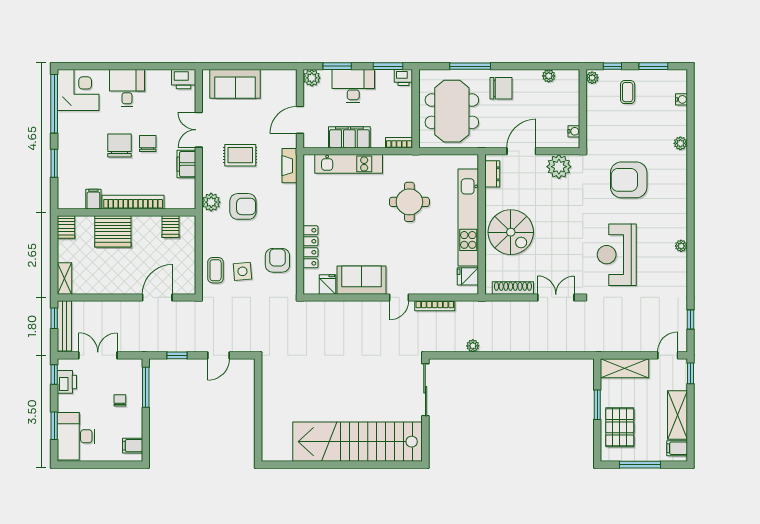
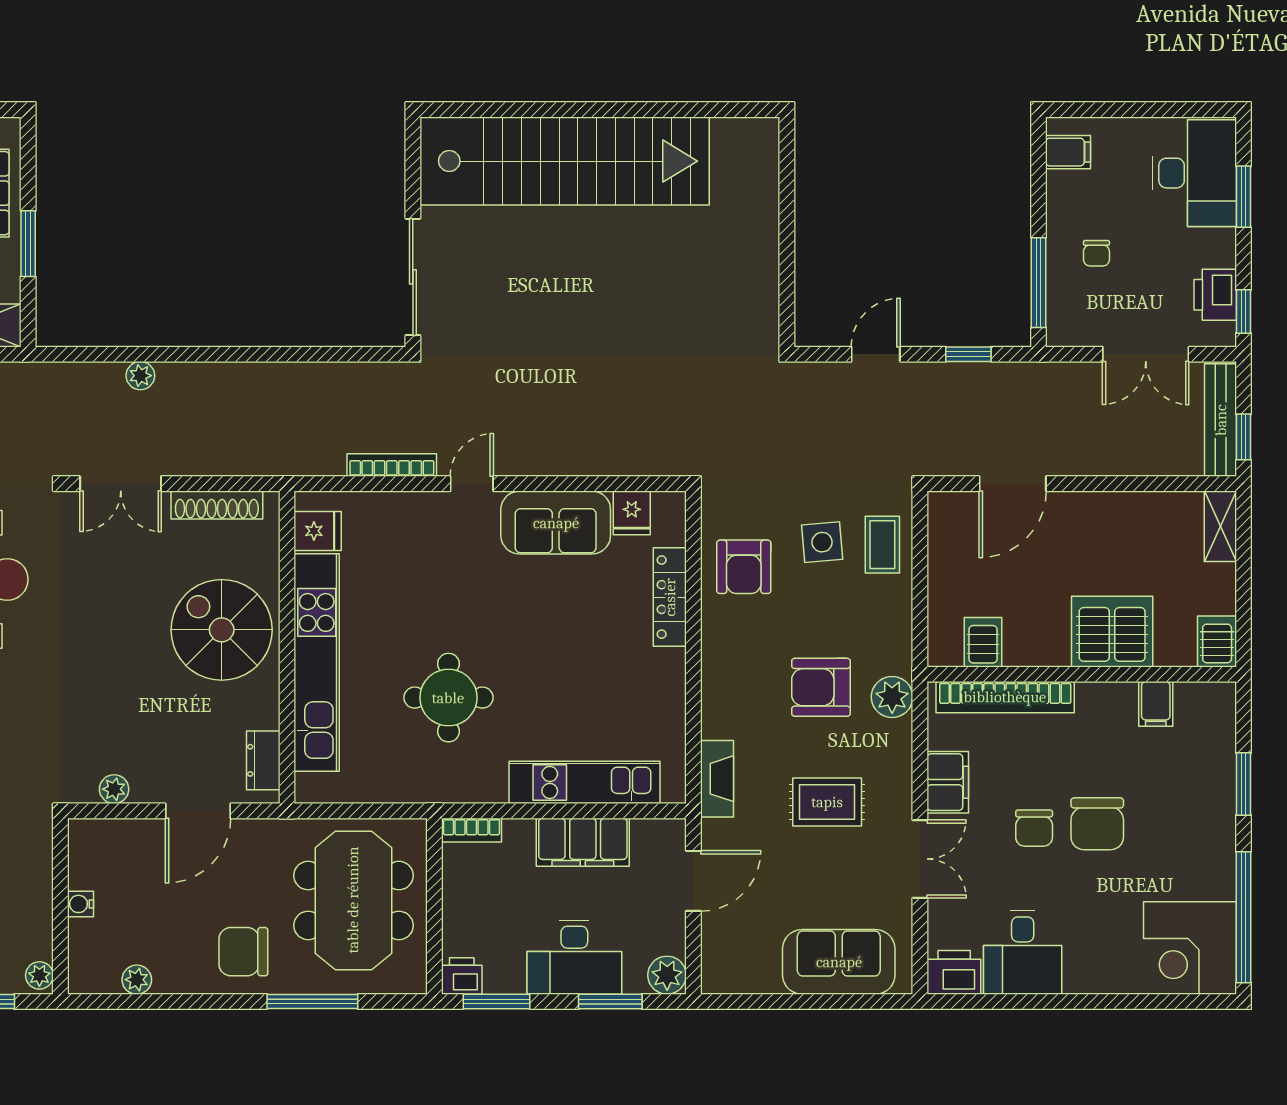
desk: (127, 88) -> (1023, 952), moved
water cooler: (574, 131) -> (81, 904), moved
plant: (559, 167) -> (114, 789), width x0.53, depth x0.53
bookcase: (133, 202) -> (1005, 697), moved
plant: (473, 346) -> (140, 376), moved

